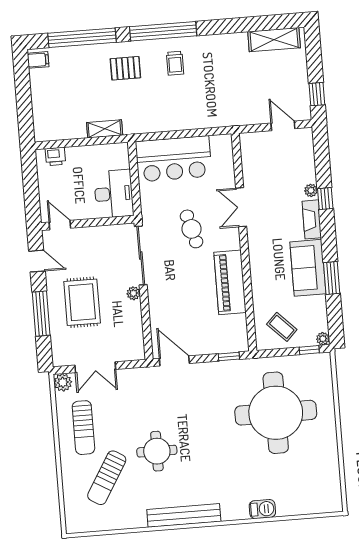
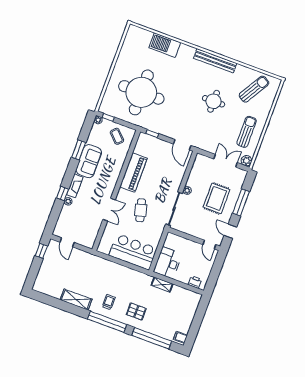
shelving: (274, 40) -> (76, 300), moved
desk: (114, 194) -> (168, 263), moved
sun lounger: (107, 478) -> (254, 89), moved
barbecue: (262, 509) -> (165, 45), width x1.88, depth x1.53

